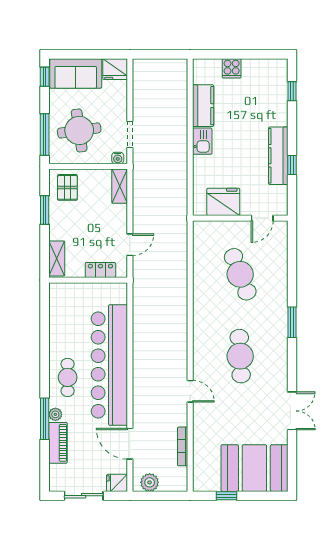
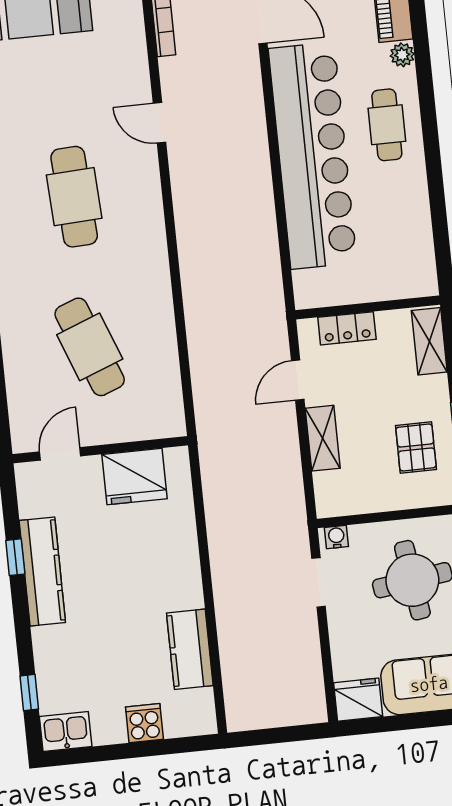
kitchen sink: (202, 141) -> (66, 732), moved, turned 90
shelving: (120, 186) -> (323, 438), moved
pallet: (67, 187) -> (416, 447), moved
window: (45, 419) -> (421, 45), removed

